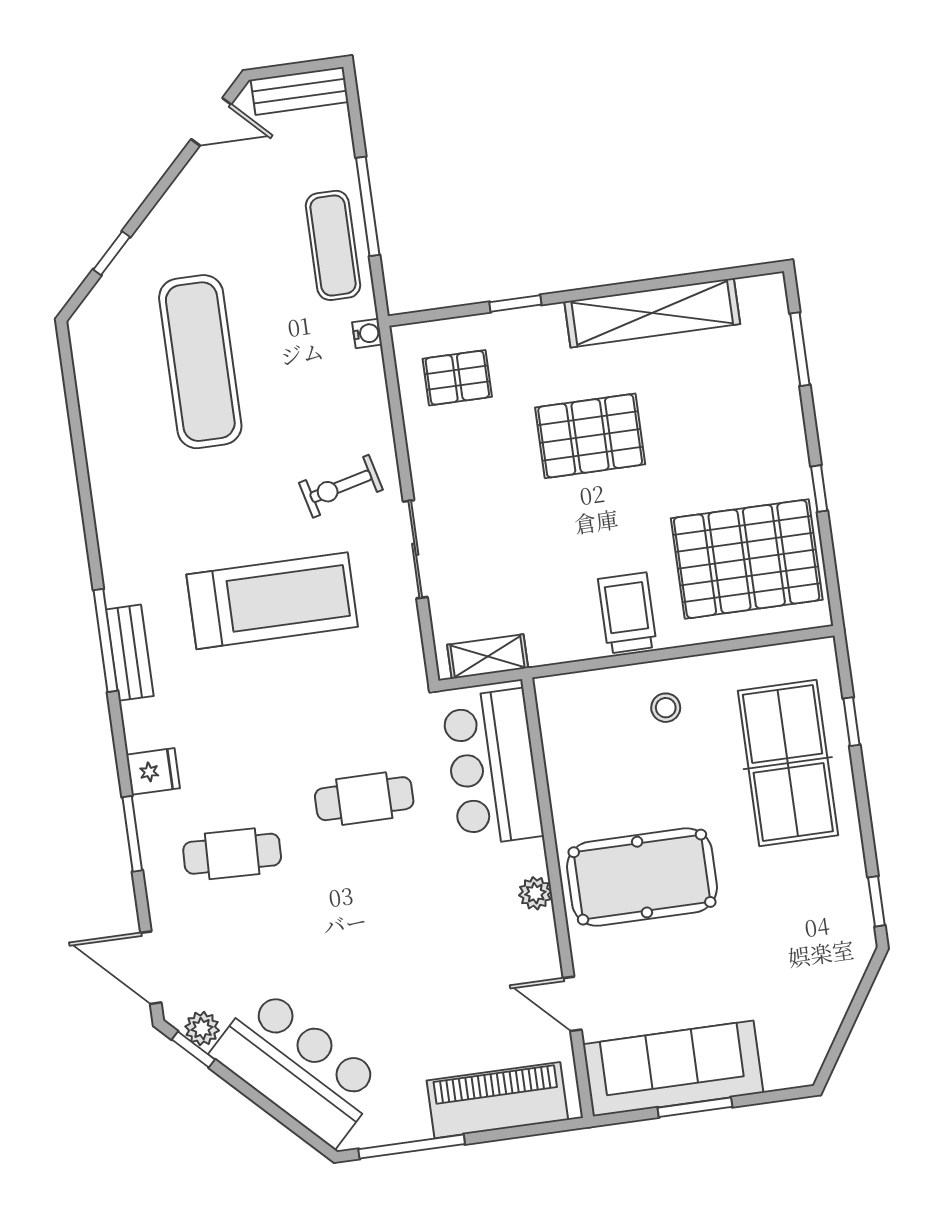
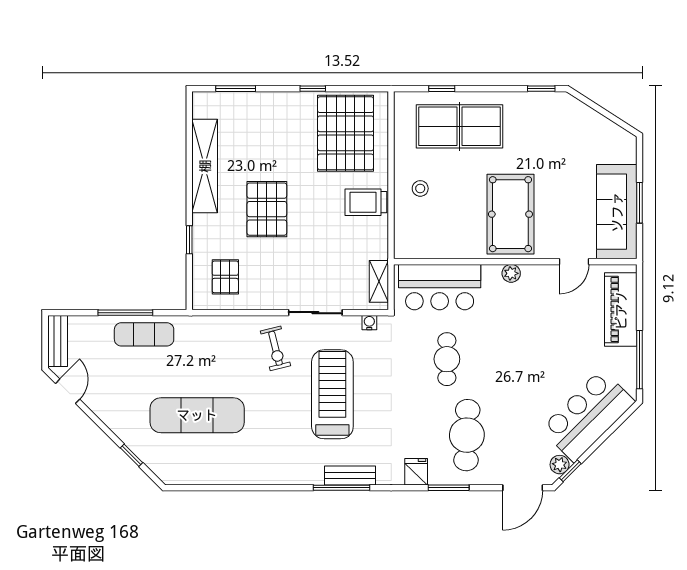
water cooler: (367, 333) -> (369, 323), moved
cafe table: (232, 854) -> (467, 435), width x1.37, depth x1.35

